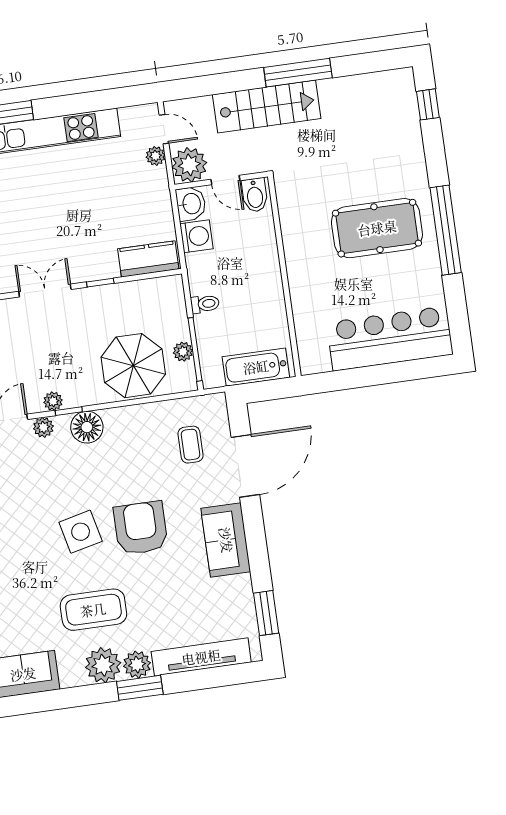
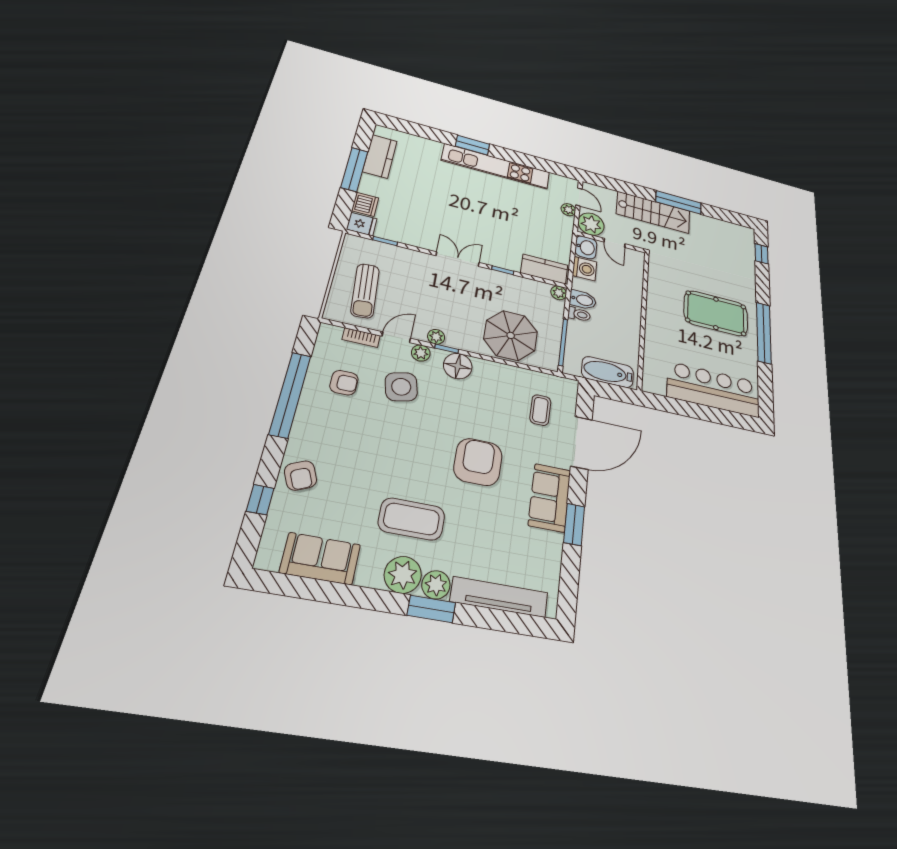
bidet: (255, 195) -> (583, 300), moved, turned -90
plant: (183, 352) -> (559, 293), moved
side table: (81, 532) -> (401, 387), moved
window: (266, 613) -> (574, 524), moved

